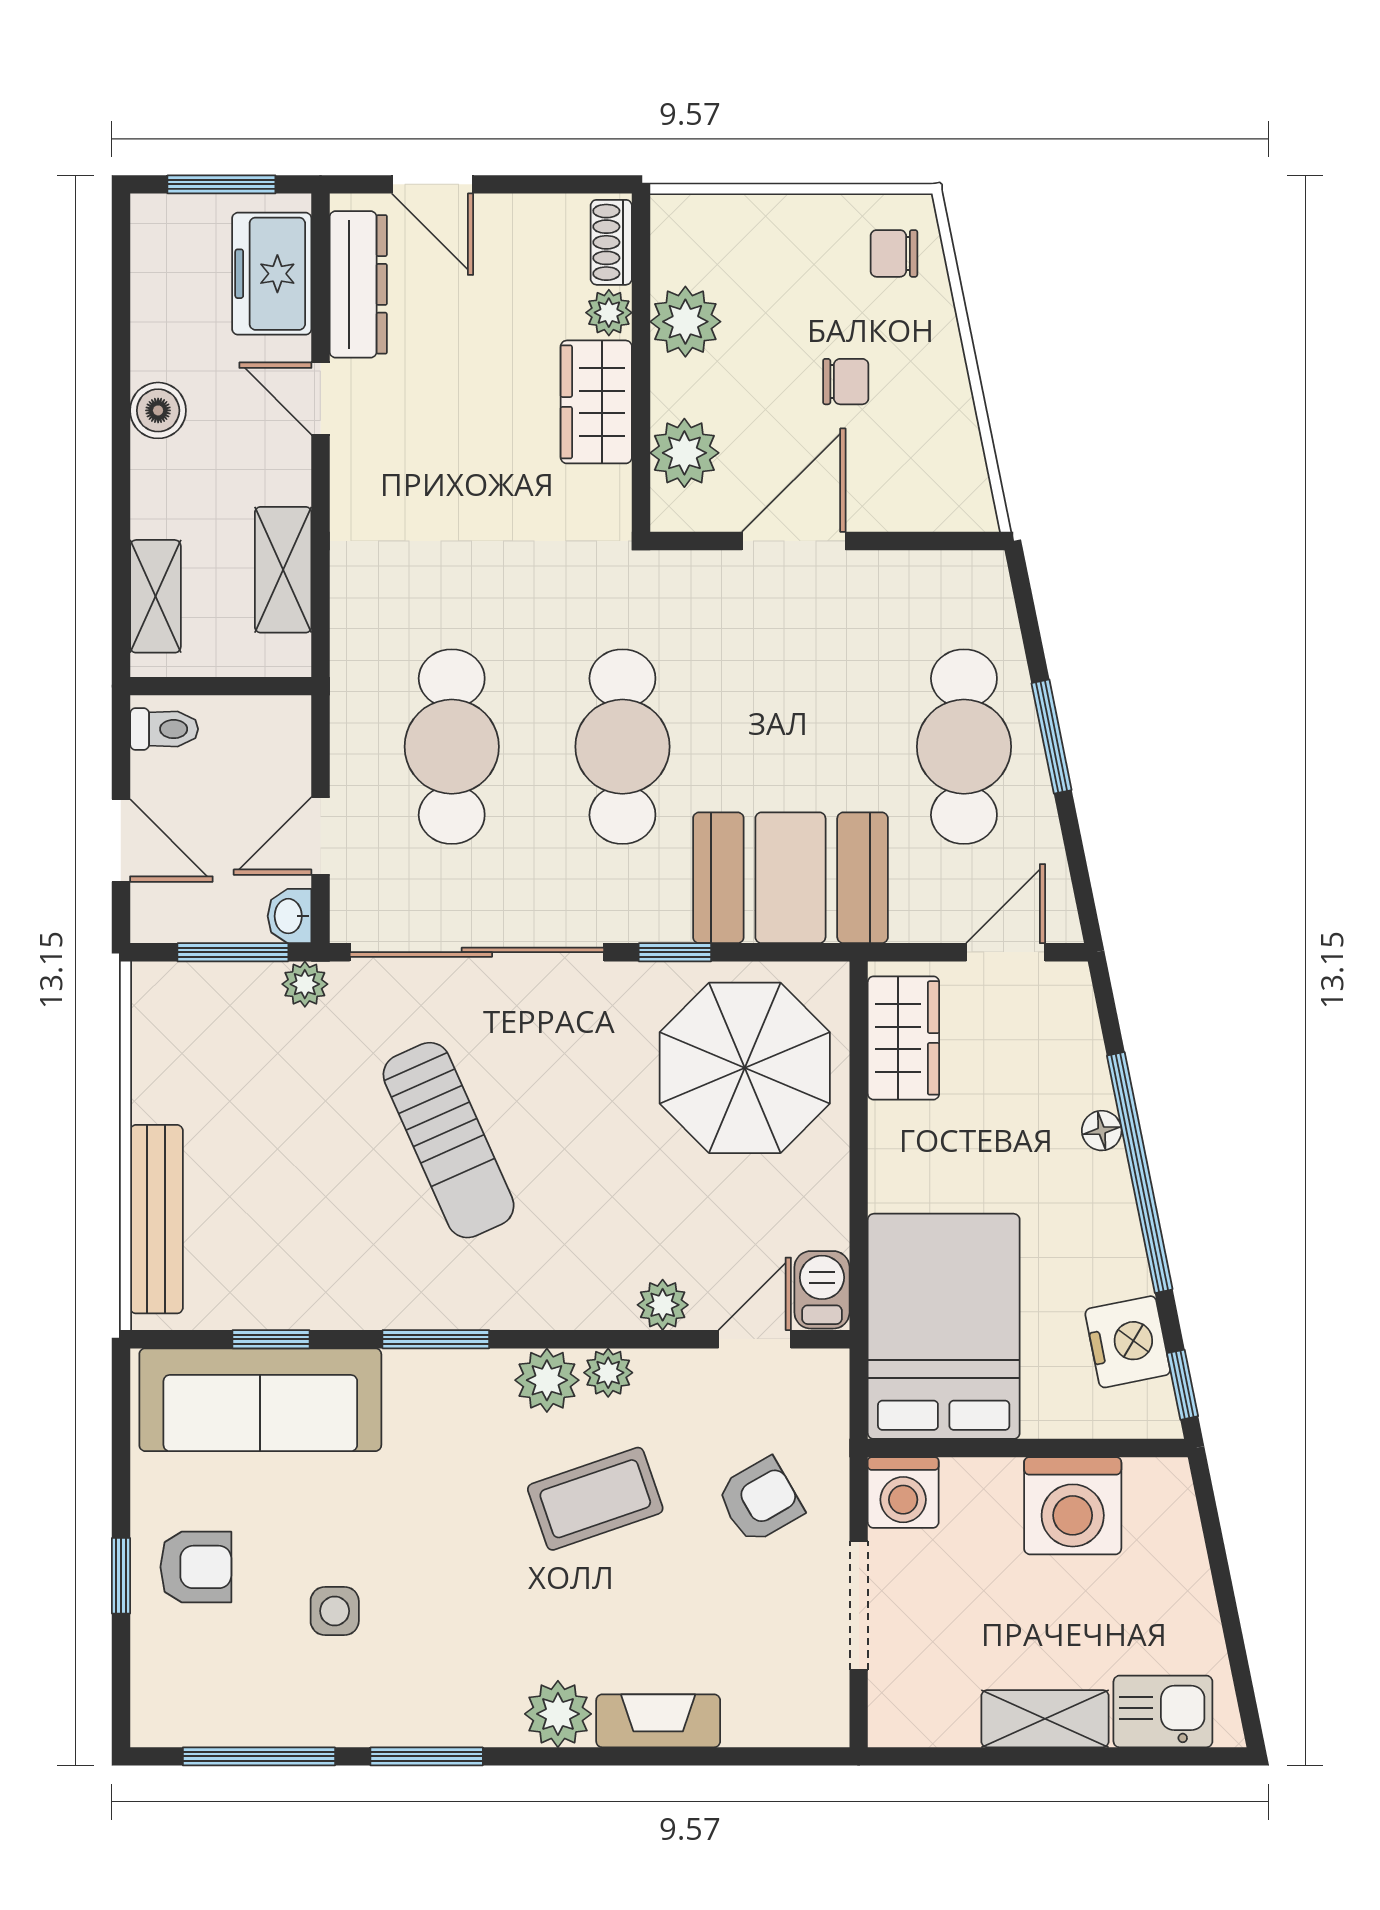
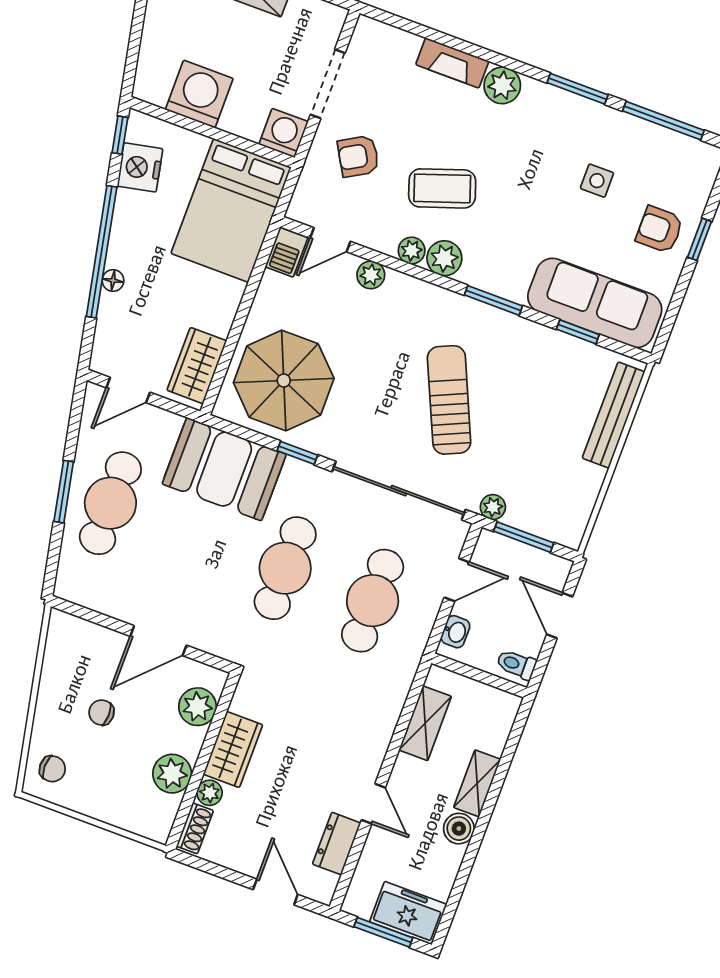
freezer: (272, 274) -> (408, 913), moved, turned -90
dresser: (358, 284) -> (337, 844), width x0.70
shelving: (155, 596) -> (477, 783), moved
washbasin: (290, 916) -> (455, 632), moved

